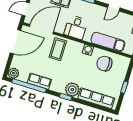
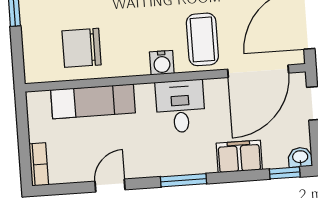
water cooler: (88, 50) -> (162, 63), moved
chair: (104, 64) -> (82, 48), turned 180

